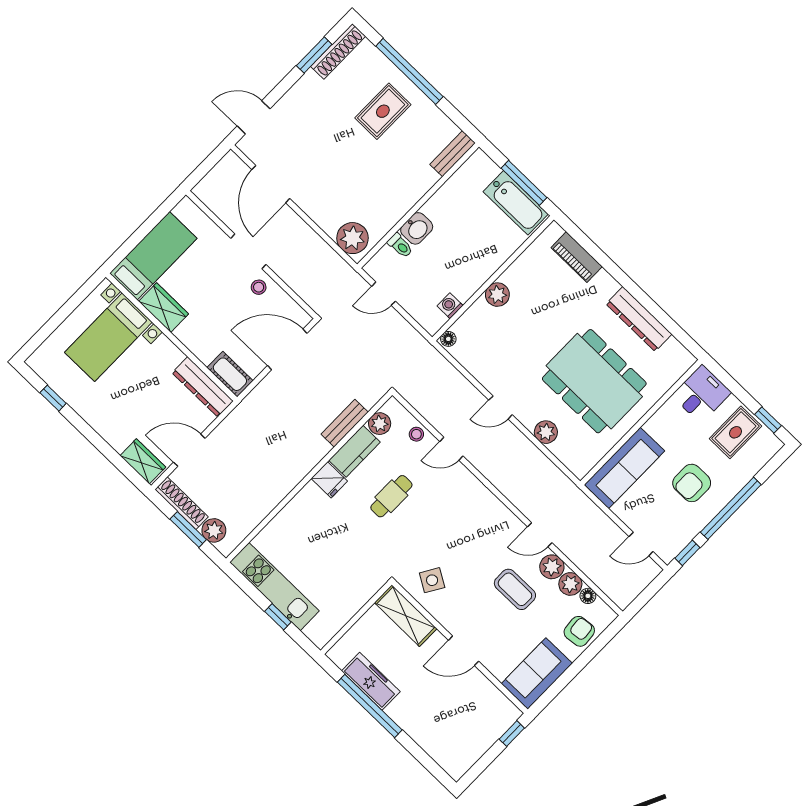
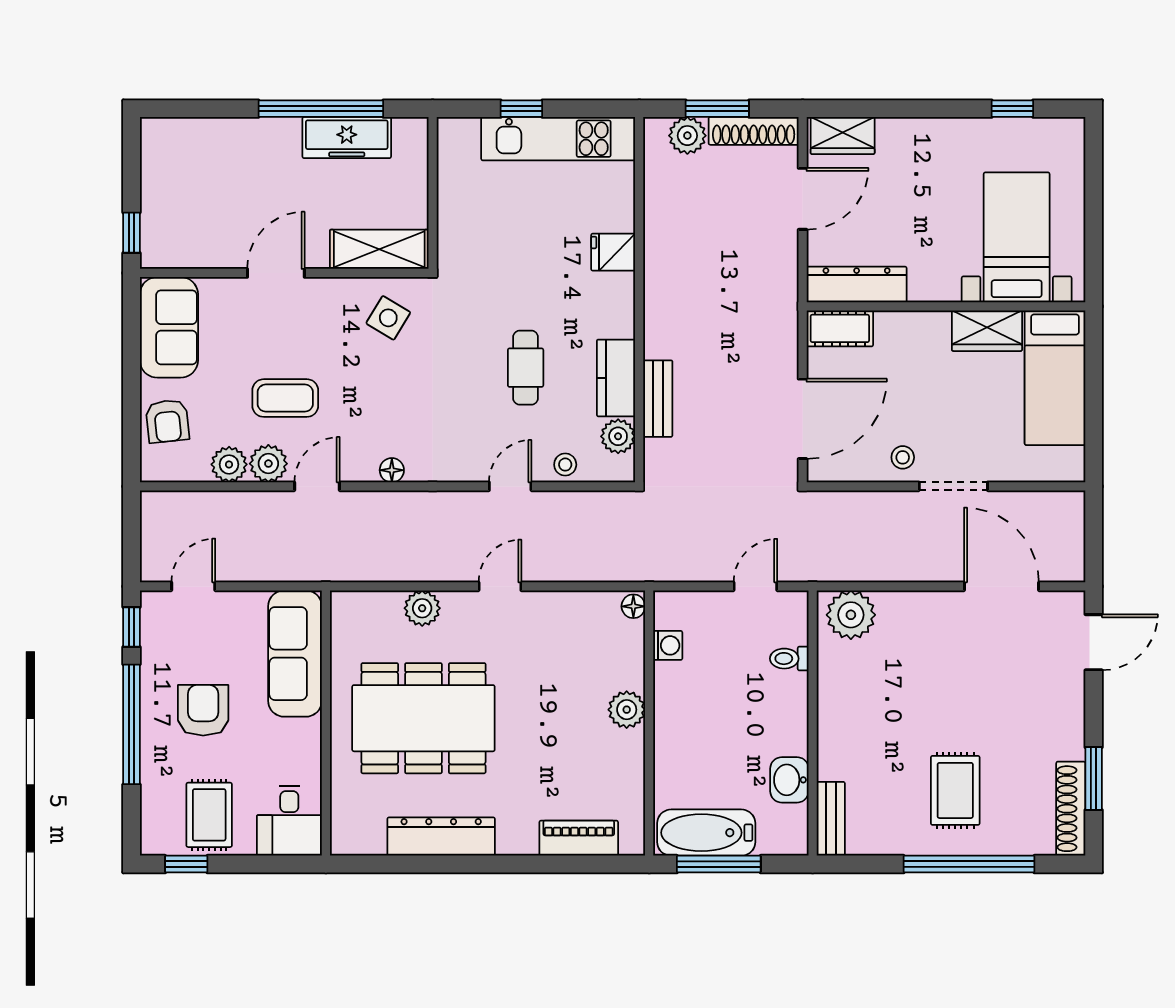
washbasin: (417, 228) -> (789, 780), moved
fridge: (329, 480) -> (613, 252), moved
floor lamp: (588, 596) -> (392, 470), moved

